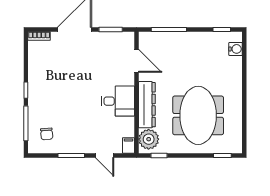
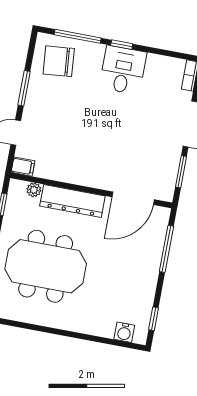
door: (136, 61) -> (133, 198), width x1.36
desk: (118, 101) -> (123, 70), moved, turned 180
chair: (47, 134) -> (59, 61), width x1.87, depth x1.87
plant: (149, 139) -> (34, 190), width x0.53, depth x0.53

